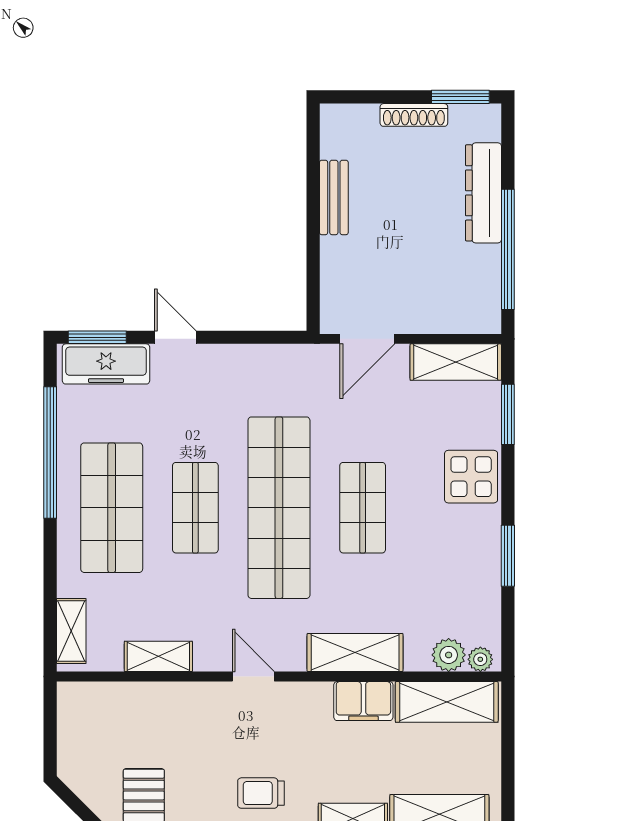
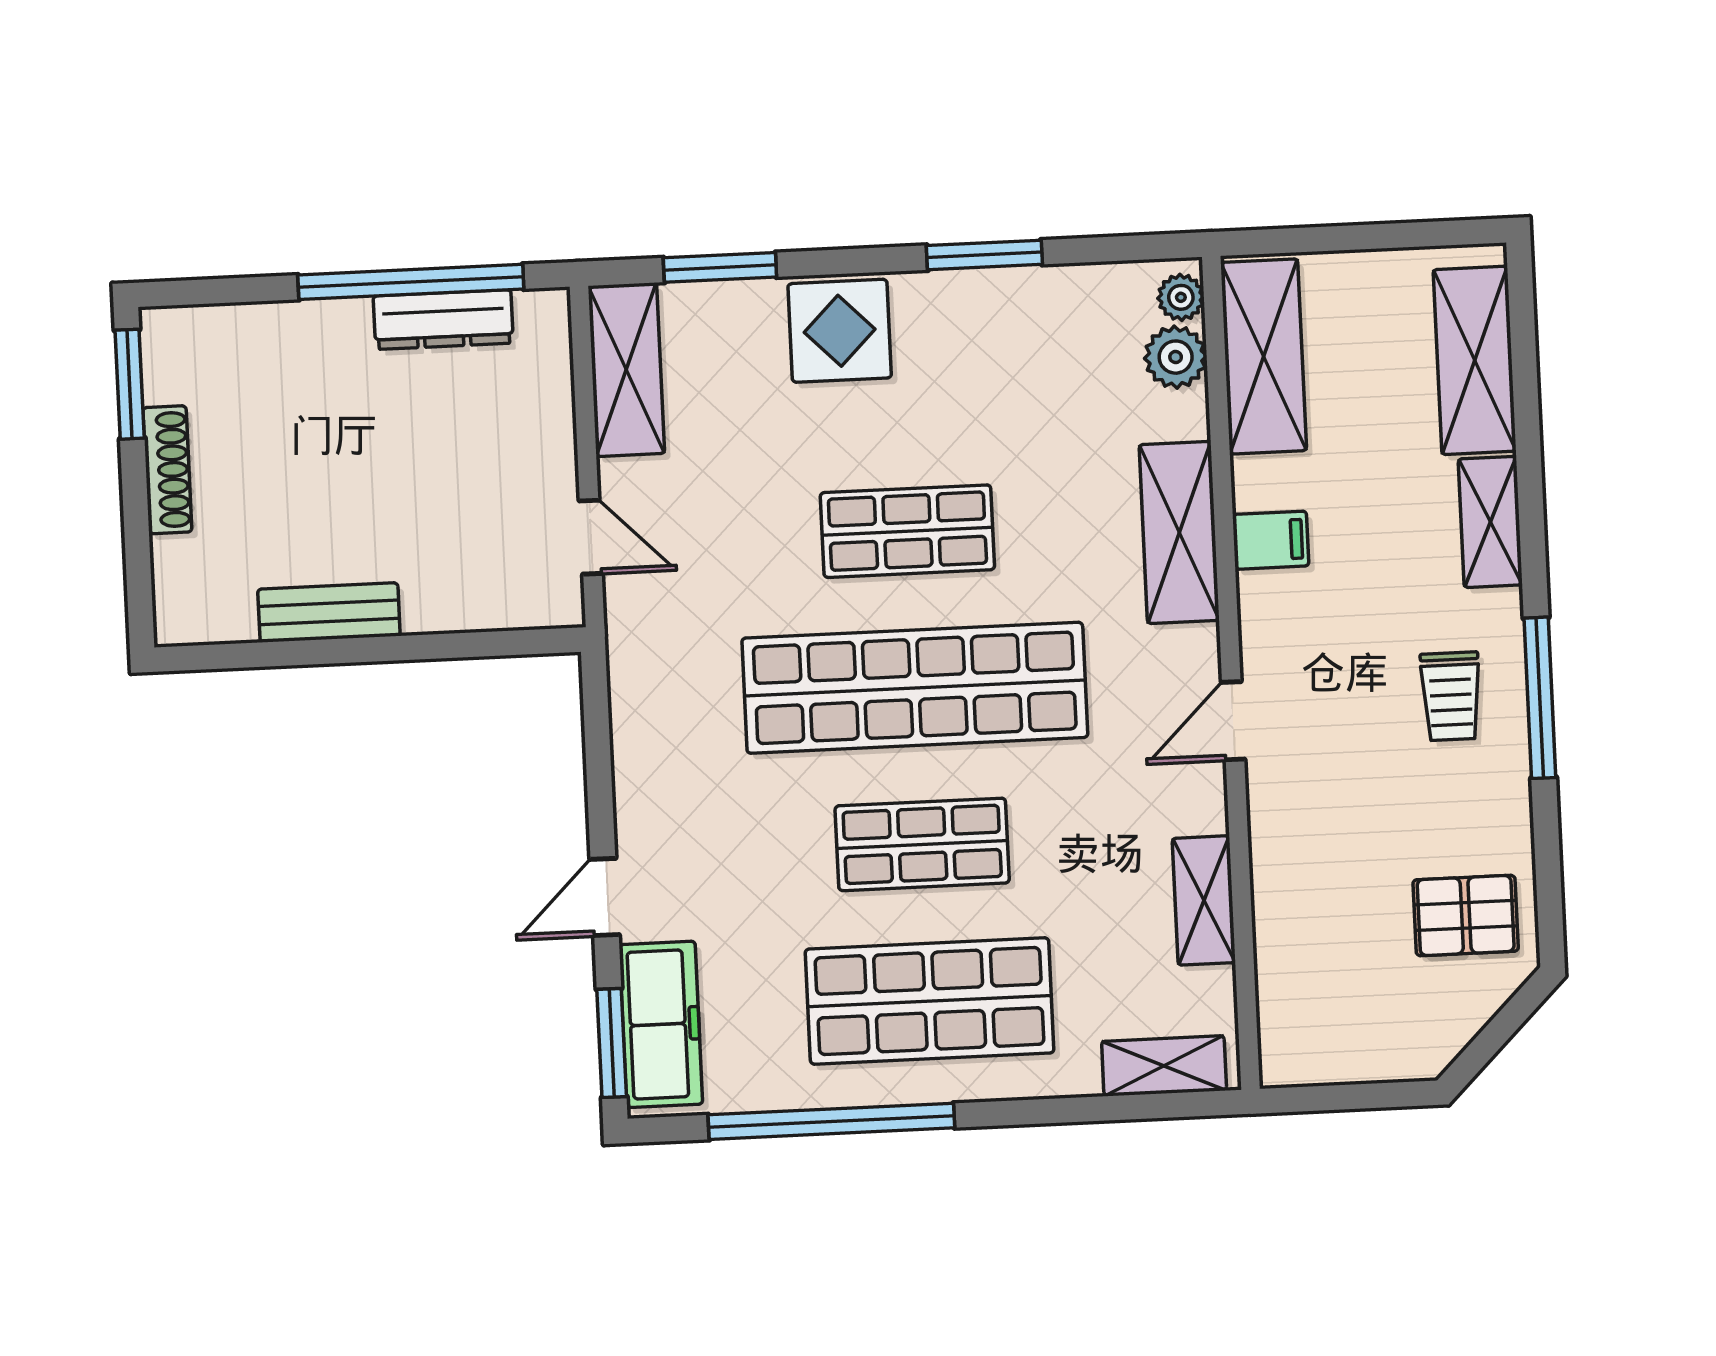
dresser: (483, 193) -> (443, 320), moved, width x0.73, depth x0.80
door: (367, 339) -> (591, 537), width x0.73
filing cabinet: (363, 701) -> (1271, 540), width x0.50

